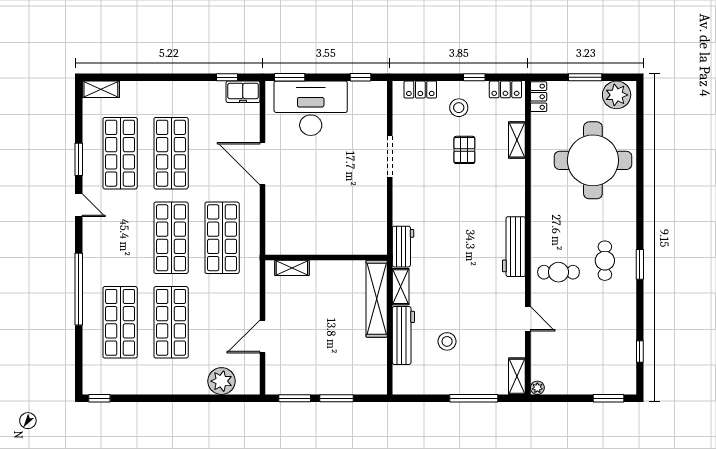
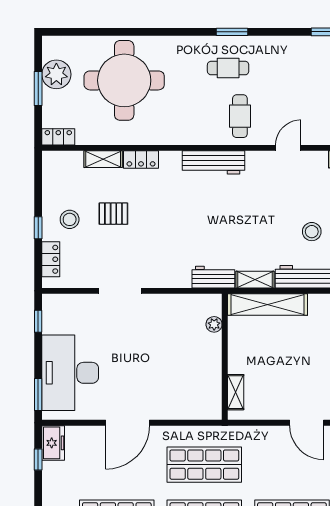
window: (474, 77) -> (38, 228), moved
locker: (505, 89) -> (141, 159), moved, turned 90
plant: (617, 95) -> (56, 74), moved
plant: (357, 247) -> (214, 324), added

